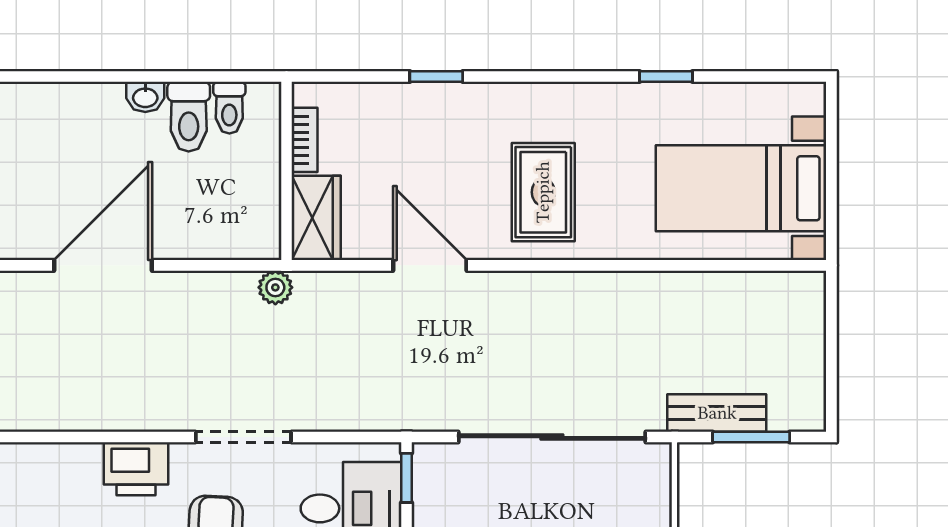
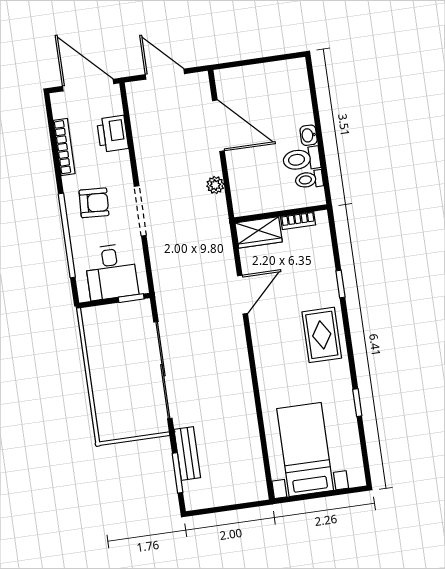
rug: (543, 192) -> (322, 335), moved, turned 90
plant: (275, 287) -> (215, 185), moved
printer: (136, 469) -> (112, 134), moved

